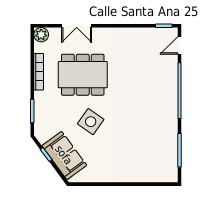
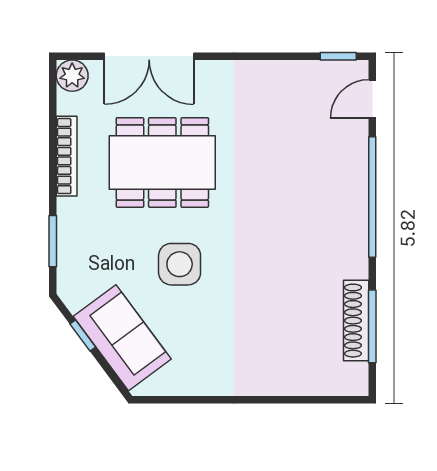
double door: (77, 26) -> (149, 56), width x1.37
side table: (91, 122) -> (180, 264), turned -35
shoe rack: (172, 148) -> (356, 321), added

